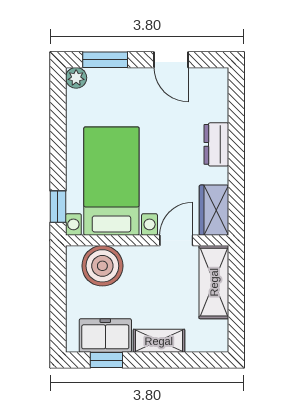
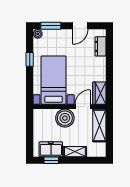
door: (171, 60) -> (80, 26), hinge flipped
dresser: (216, 144) -> (101, 46), moved
window: (58, 207) -> (30, 59), moved
boiler: (102, 266) -> (65, 118), moved

